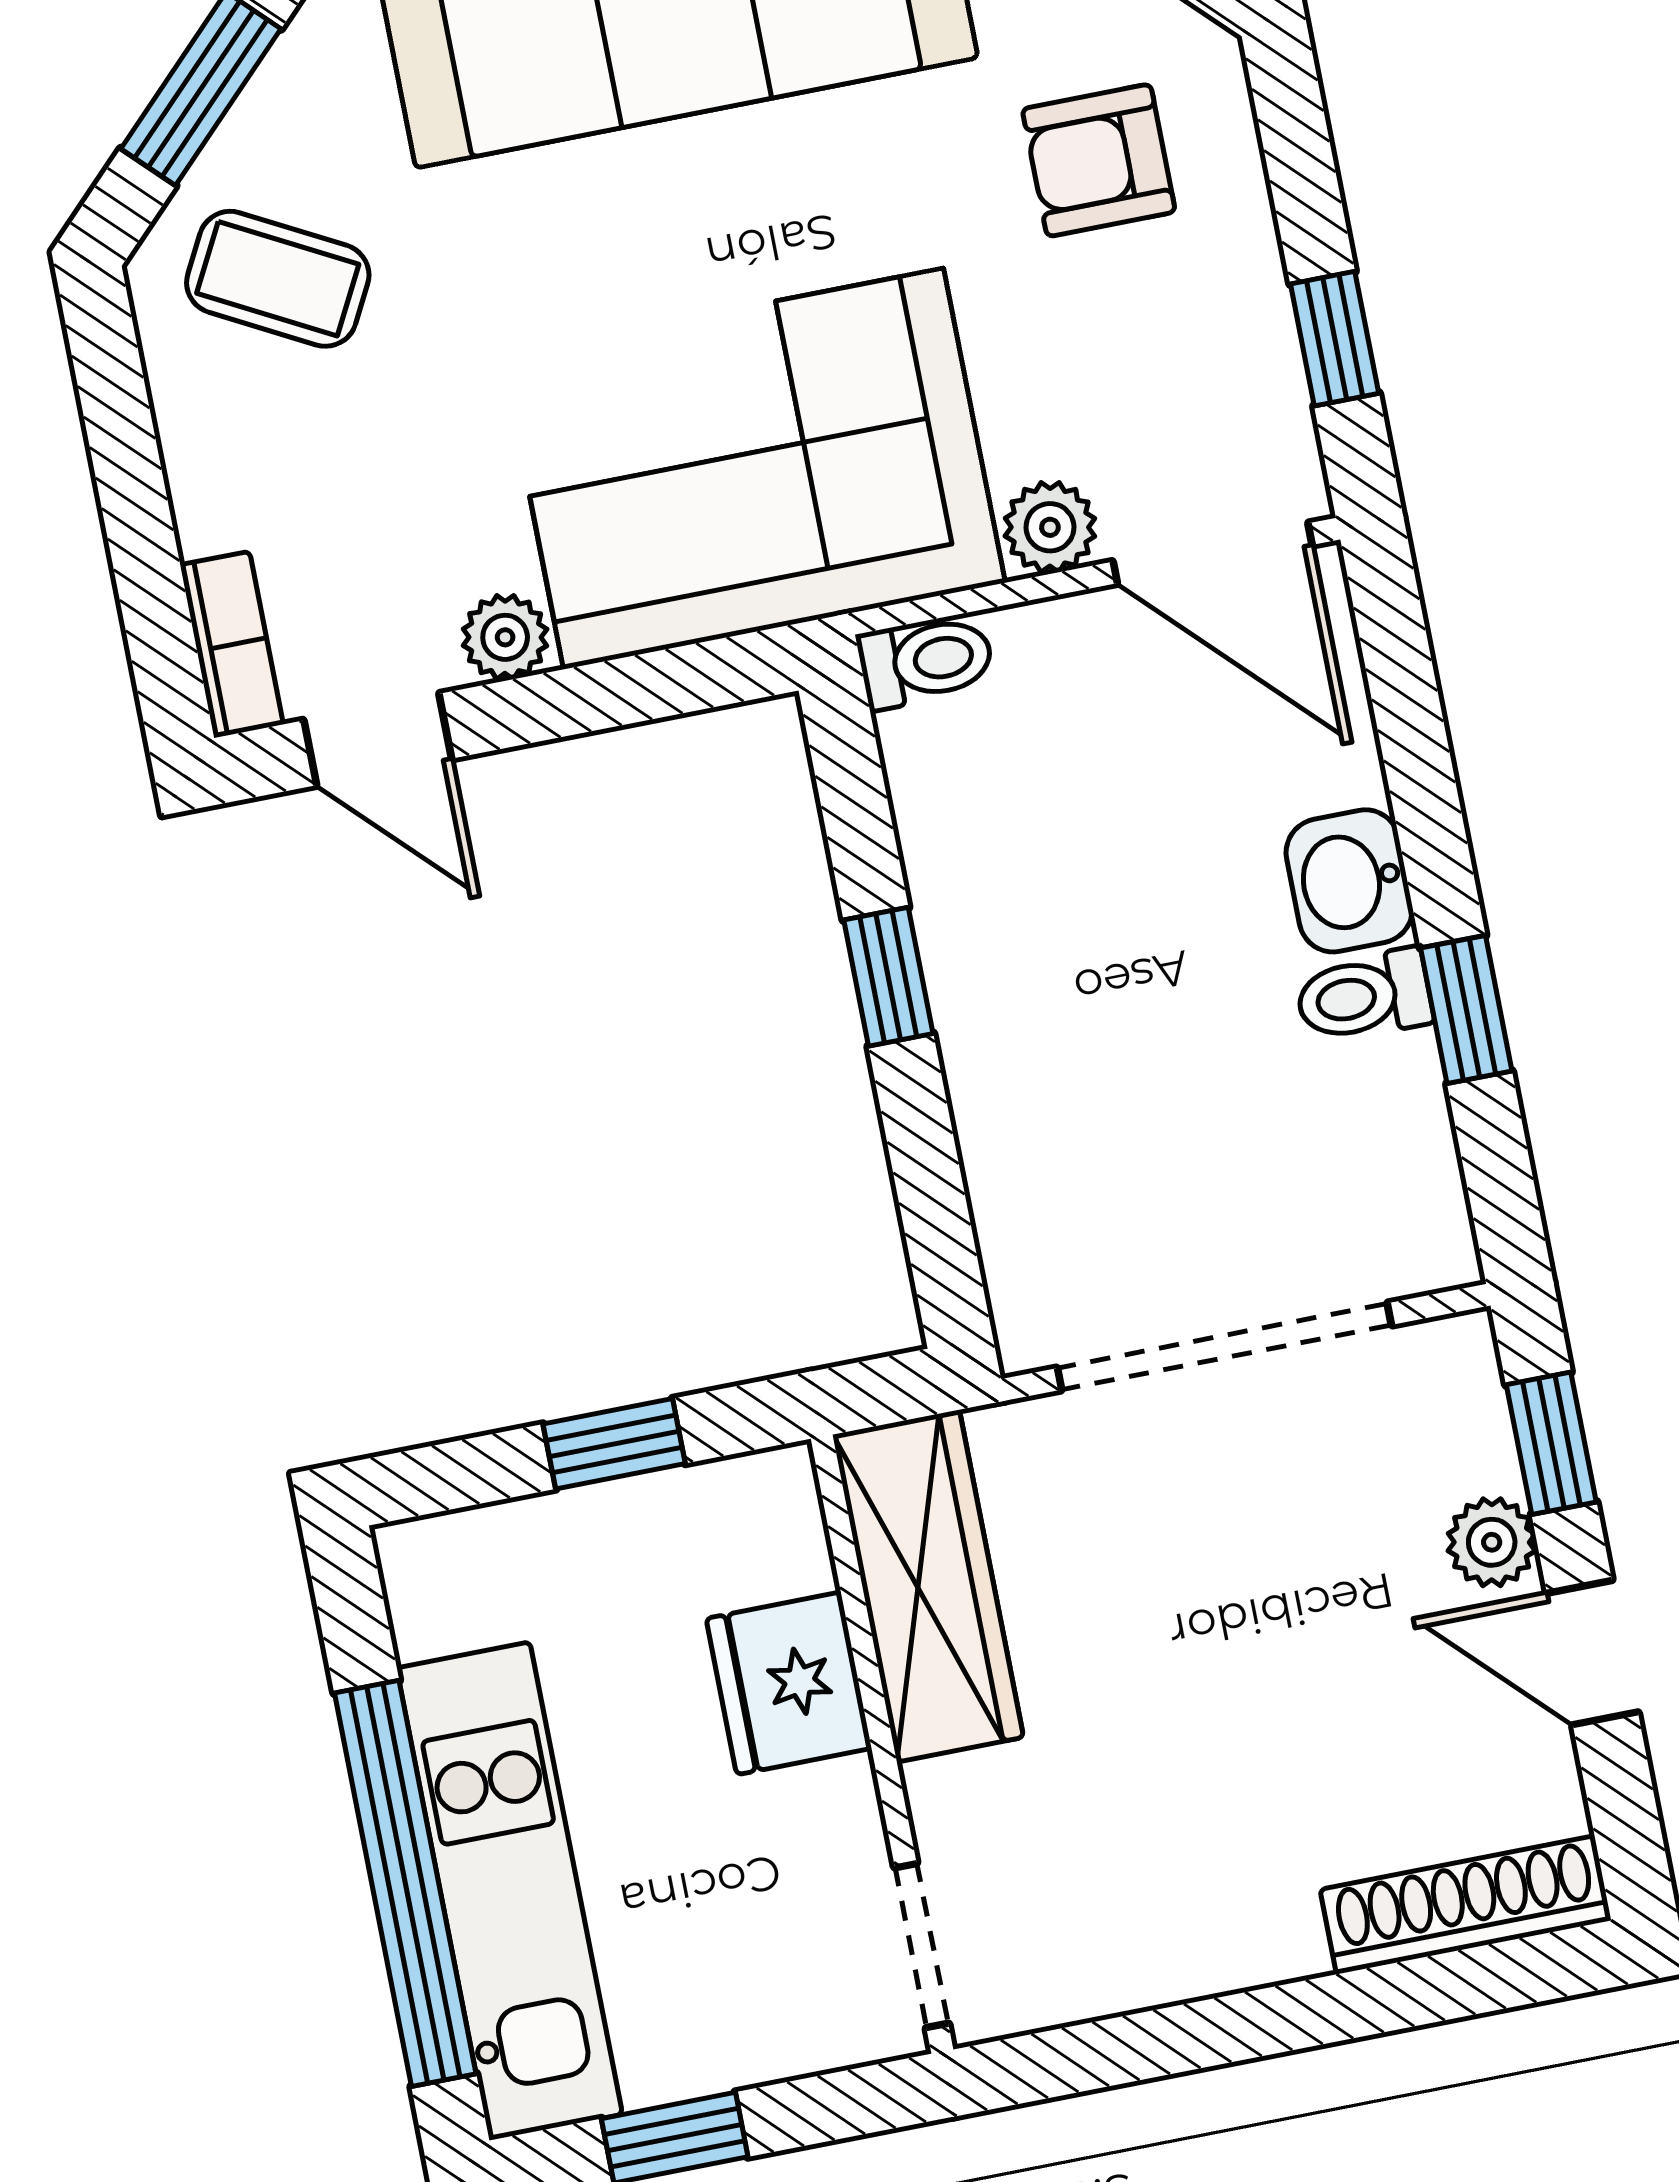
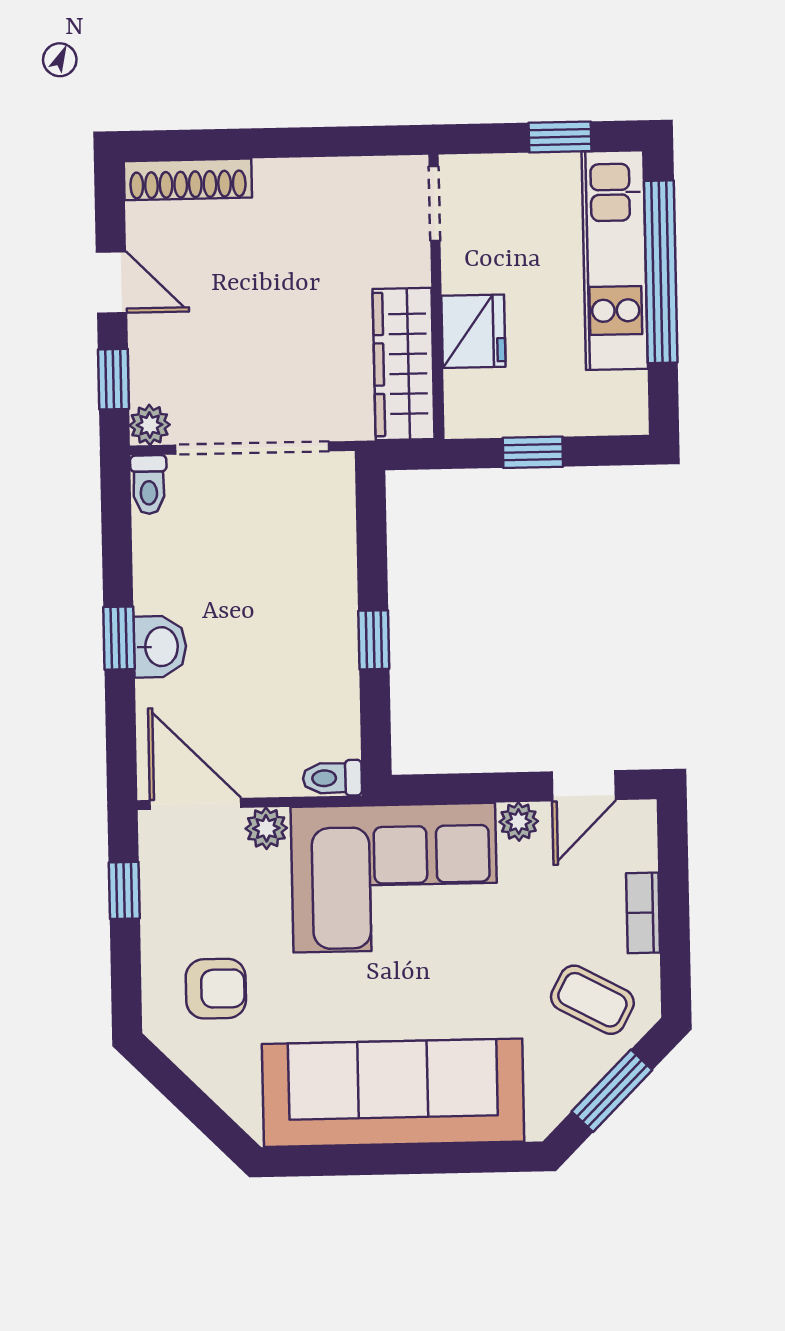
bookcase: (232, 645) -> (643, 913), moved
door: (378, 739) -> (584, 786), swing flipped
toilet: (1364, 996) -> (149, 485), moved, turned 90
window: (1466, 1009) -> (119, 638), moved
plant: (1492, 1542) -> (150, 425), moved

